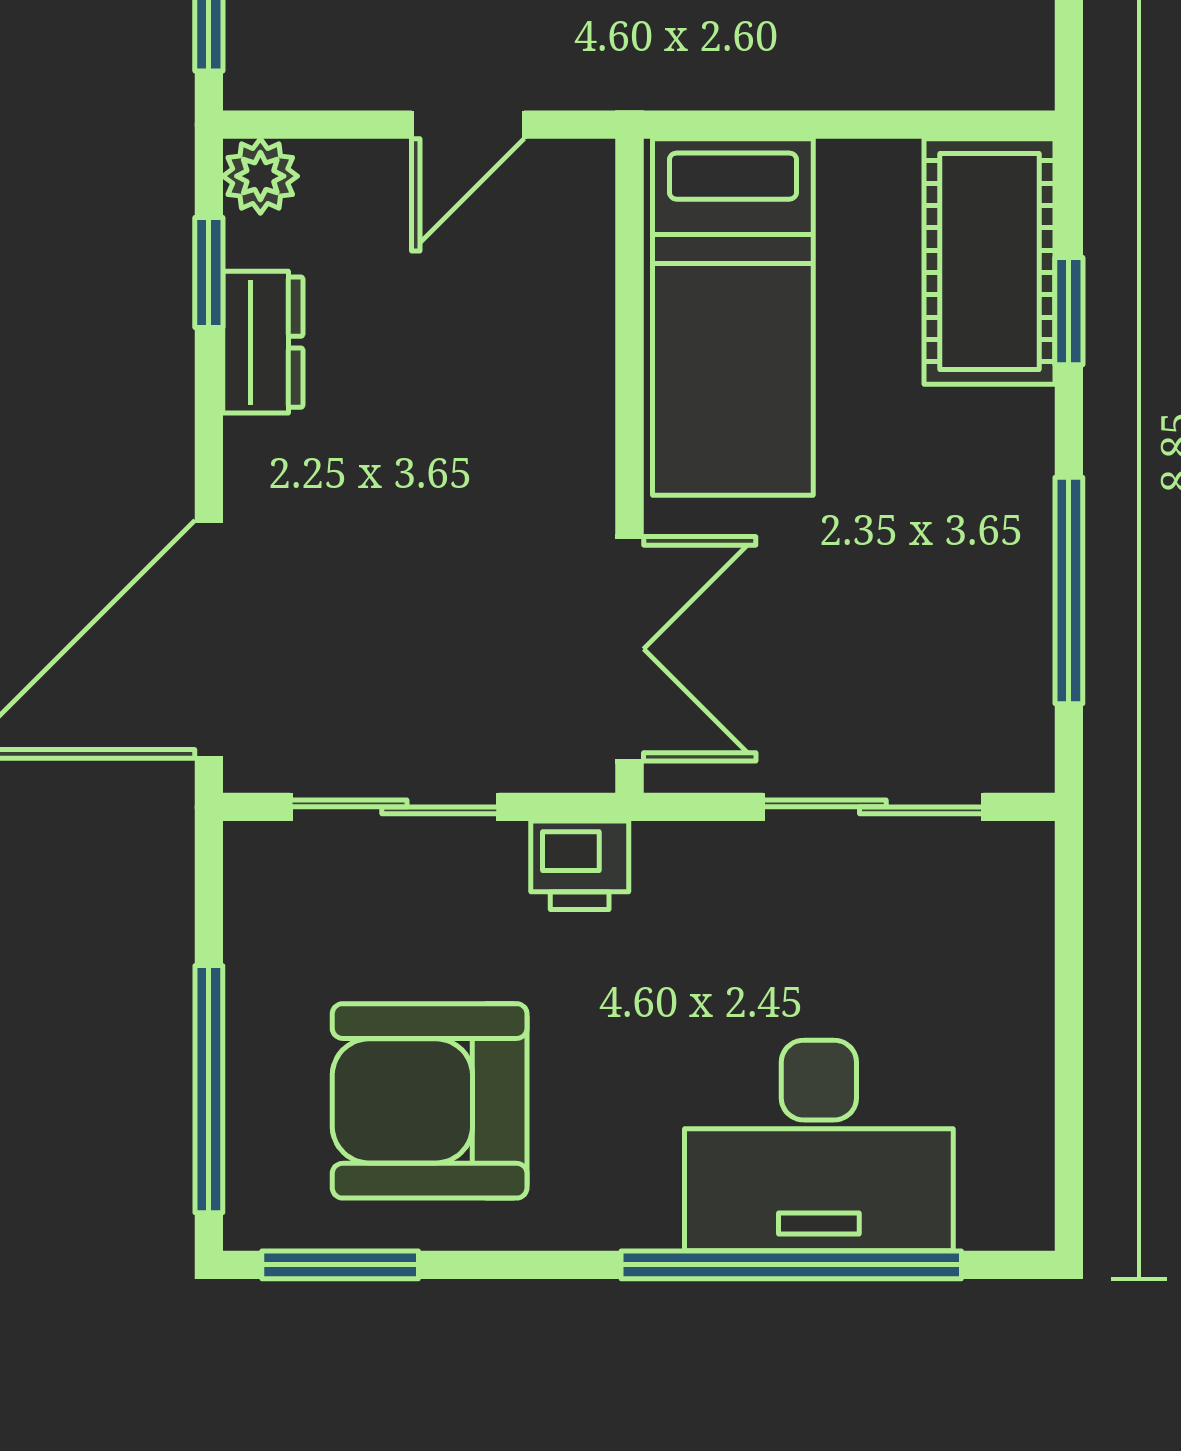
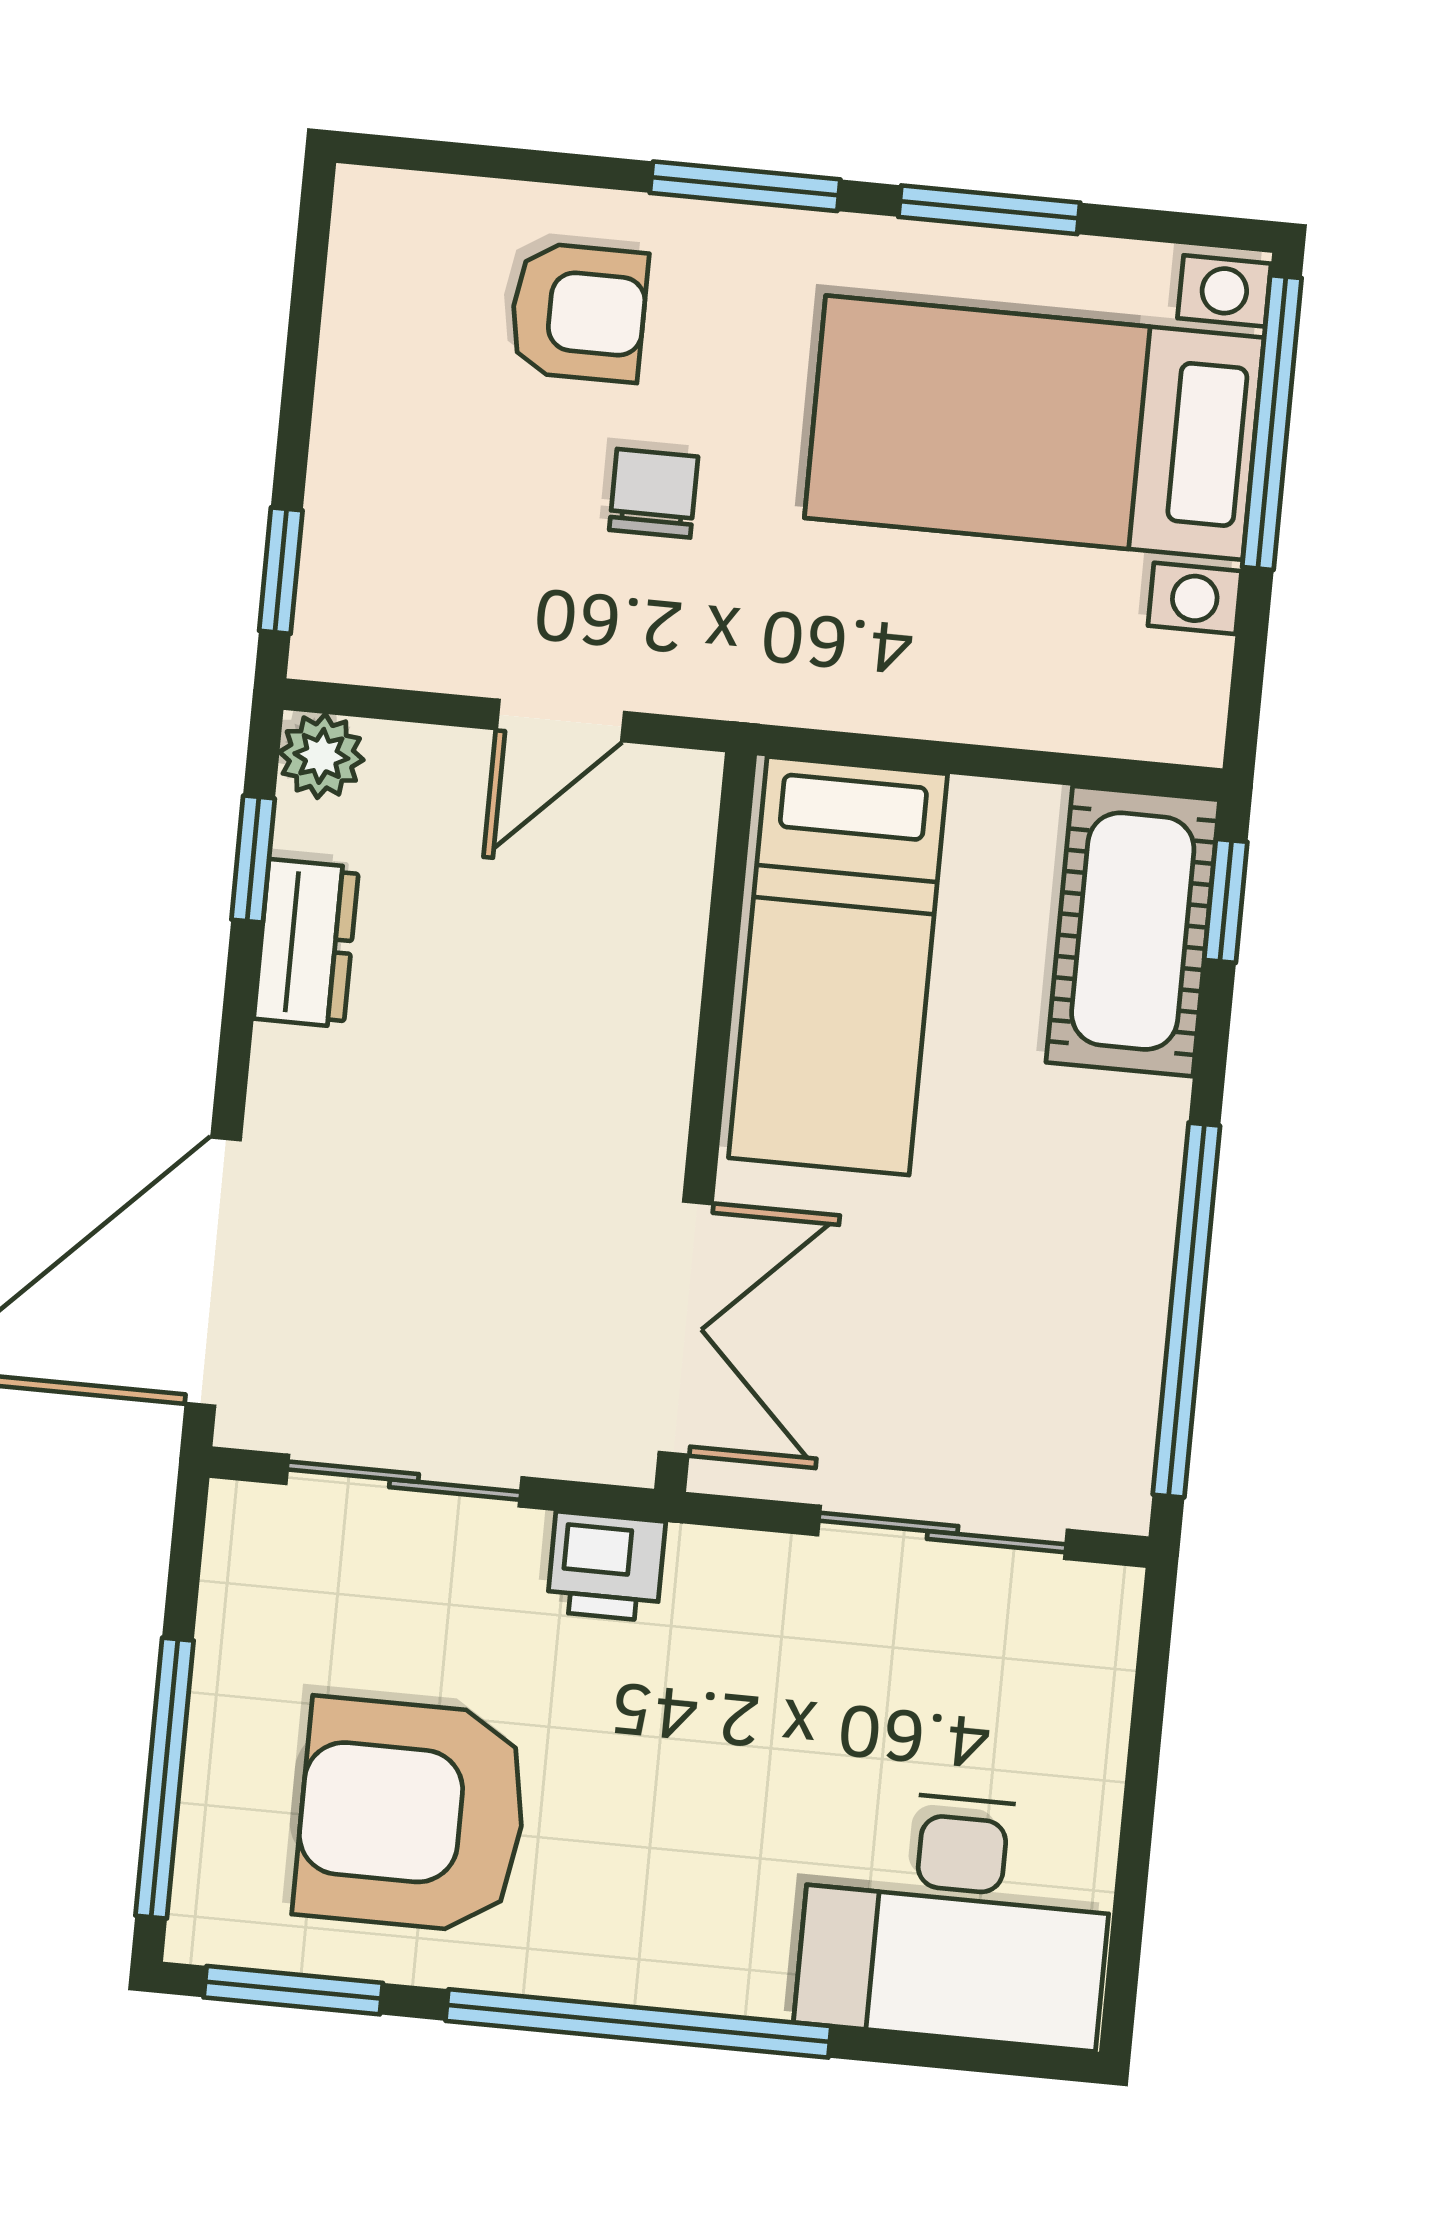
window: (1069, 311) -> (1226, 901), moved
window: (1069, 591) -> (1186, 1310), width x1.46
desk: (819, 1145) -> (956, 1918), moved
window: (791, 1265) -> (638, 2023), moved

